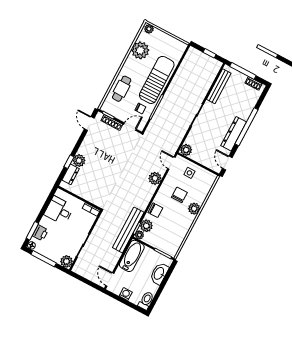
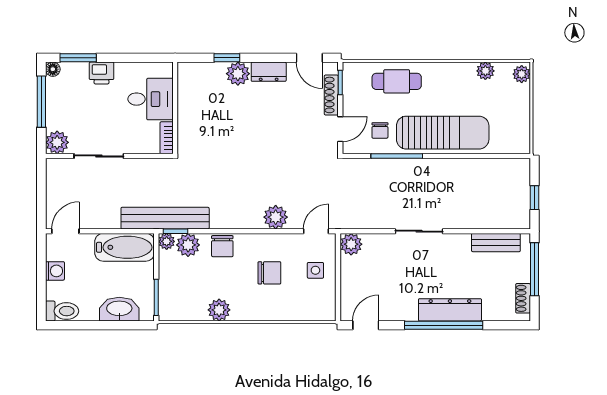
plant: (140, 50) -> (485, 71), width x0.53, depth x0.53
bench: (219, 86) -> (496, 243), width x0.73
door: (89, 123) -> (309, 58), swing flipped
door: (130, 127) -> (340, 129), hinge flipped
dresser: (234, 134) -> (450, 310), moved
dresser: (71, 174) -> (269, 72), moved
plant: (194, 209) -> (219, 310), moved
desk: (59, 210) -> (151, 99), moved, turned 90
printer: (40, 233) -> (102, 73), moved

